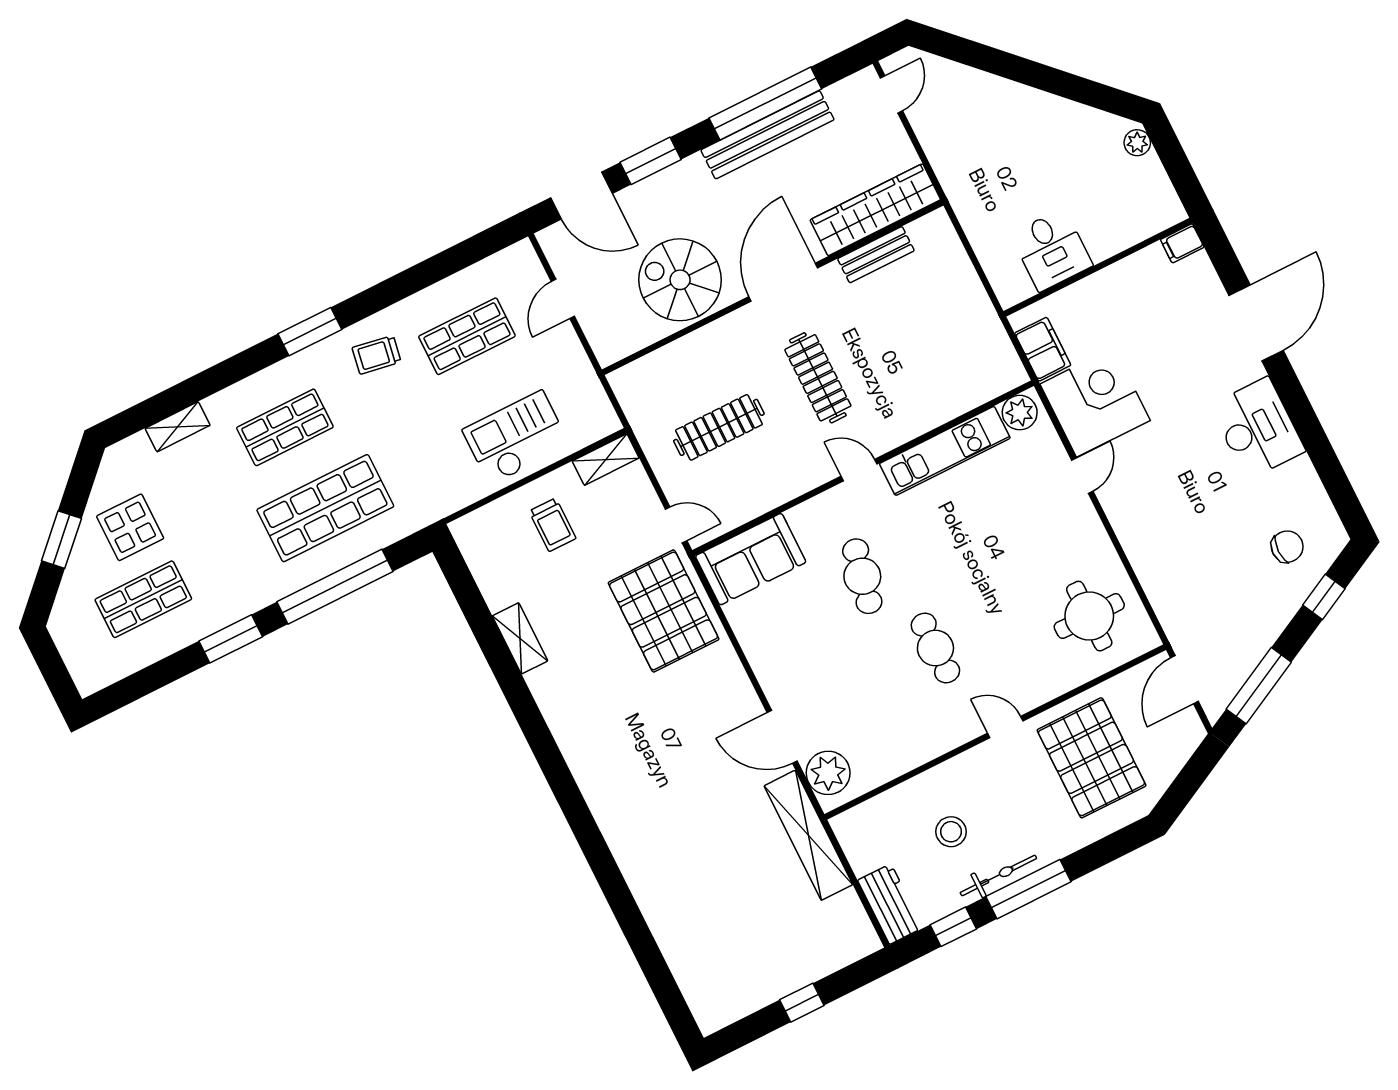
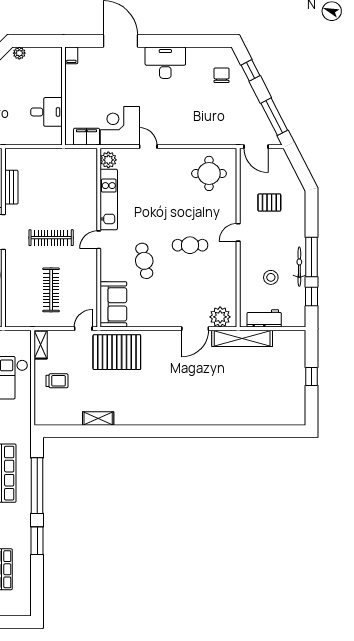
cafe table: (862, 576) -> (144, 261), turned 67
pallet: (1091, 758) -> (269, 202), width x0.49, depth x0.50
workbench: (890, 904) -> (264, 318), moved

